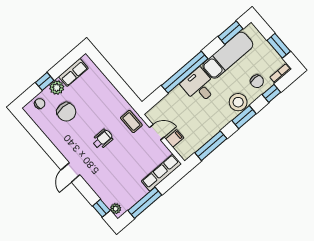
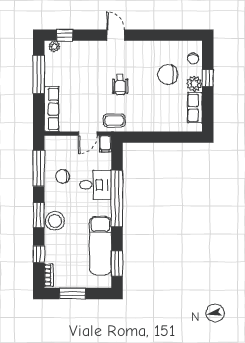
chair: (257, 81) -> (63, 176), moved
desk: (199, 86) -> (96, 185), moved
filing cabinet: (175, 138) -> (105, 144), moved

